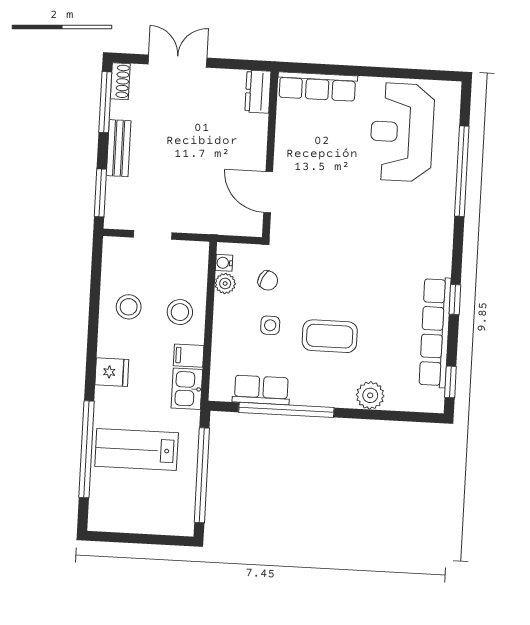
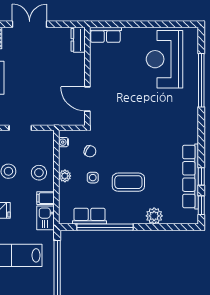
row of seats: (317, 86) -> (105, 35), width x0.68
plant: (225, 283) -> (65, 176), moved
window: (455, 299) -> (201, 176), moved

